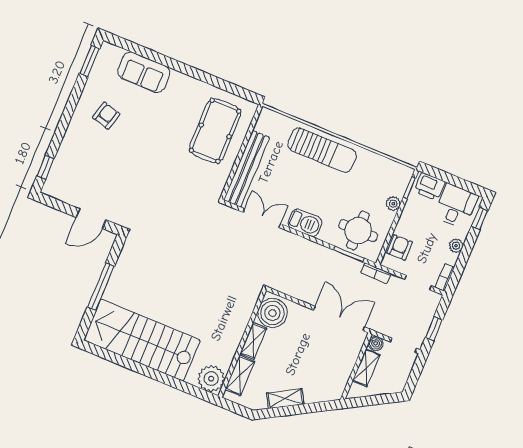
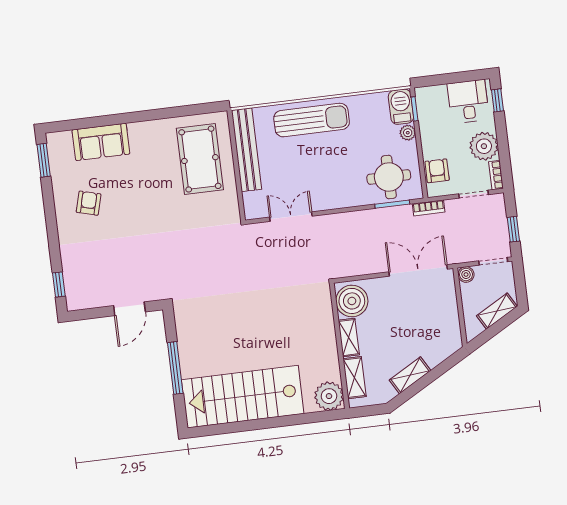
bench: (247, 169) -> (247, 150), moved
printer: (430, 187) -> (433, 97), removed
barbecue: (305, 223) -> (401, 107), moved, turned -90
plant: (456, 246) -> (484, 146), width x1.88, depth x1.88
shelving: (366, 368) -> (497, 311), moved, turned 60

